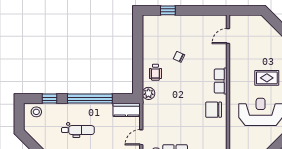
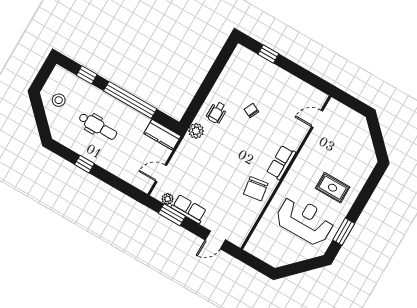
chair: (214, 110) -> (256, 189), turned -99
stool: (36, 112) -> (59, 100), moved

